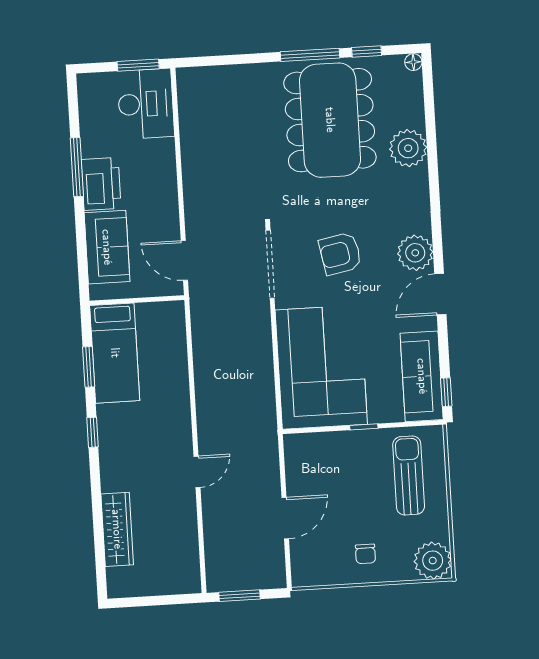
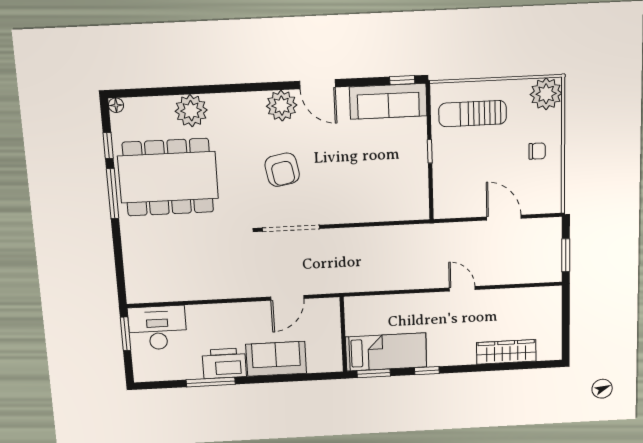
wall: (137, 300) -> (343, 334), moved
bed: (115, 353) -> (386, 352), moved
corner sofa: (321, 367) -> (378, 187), removed

